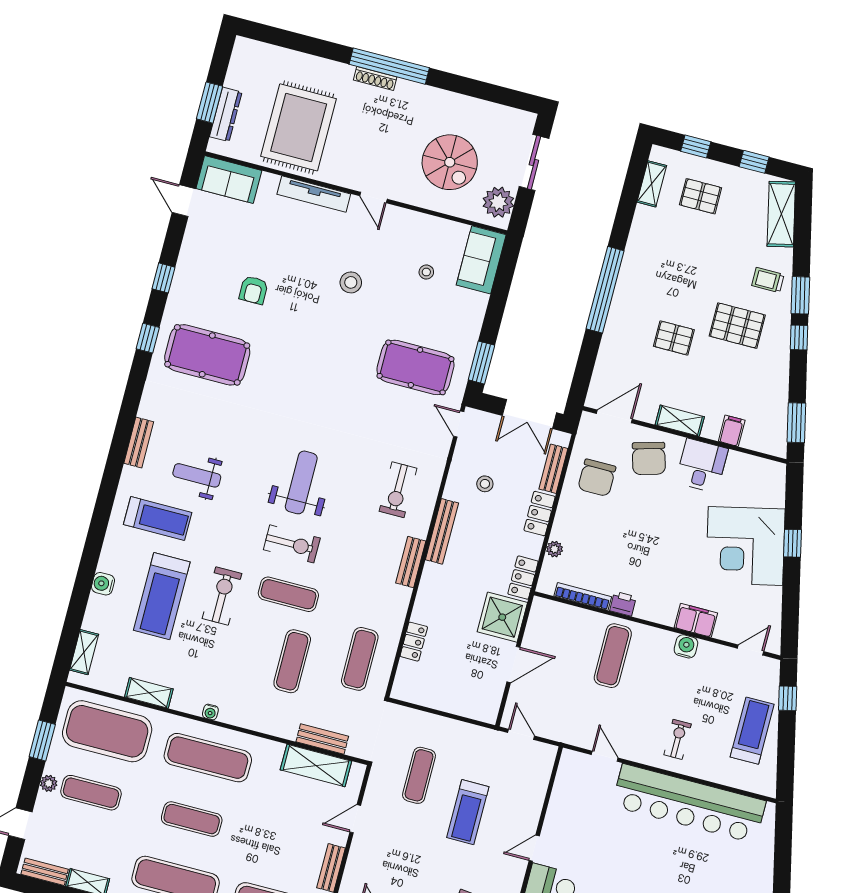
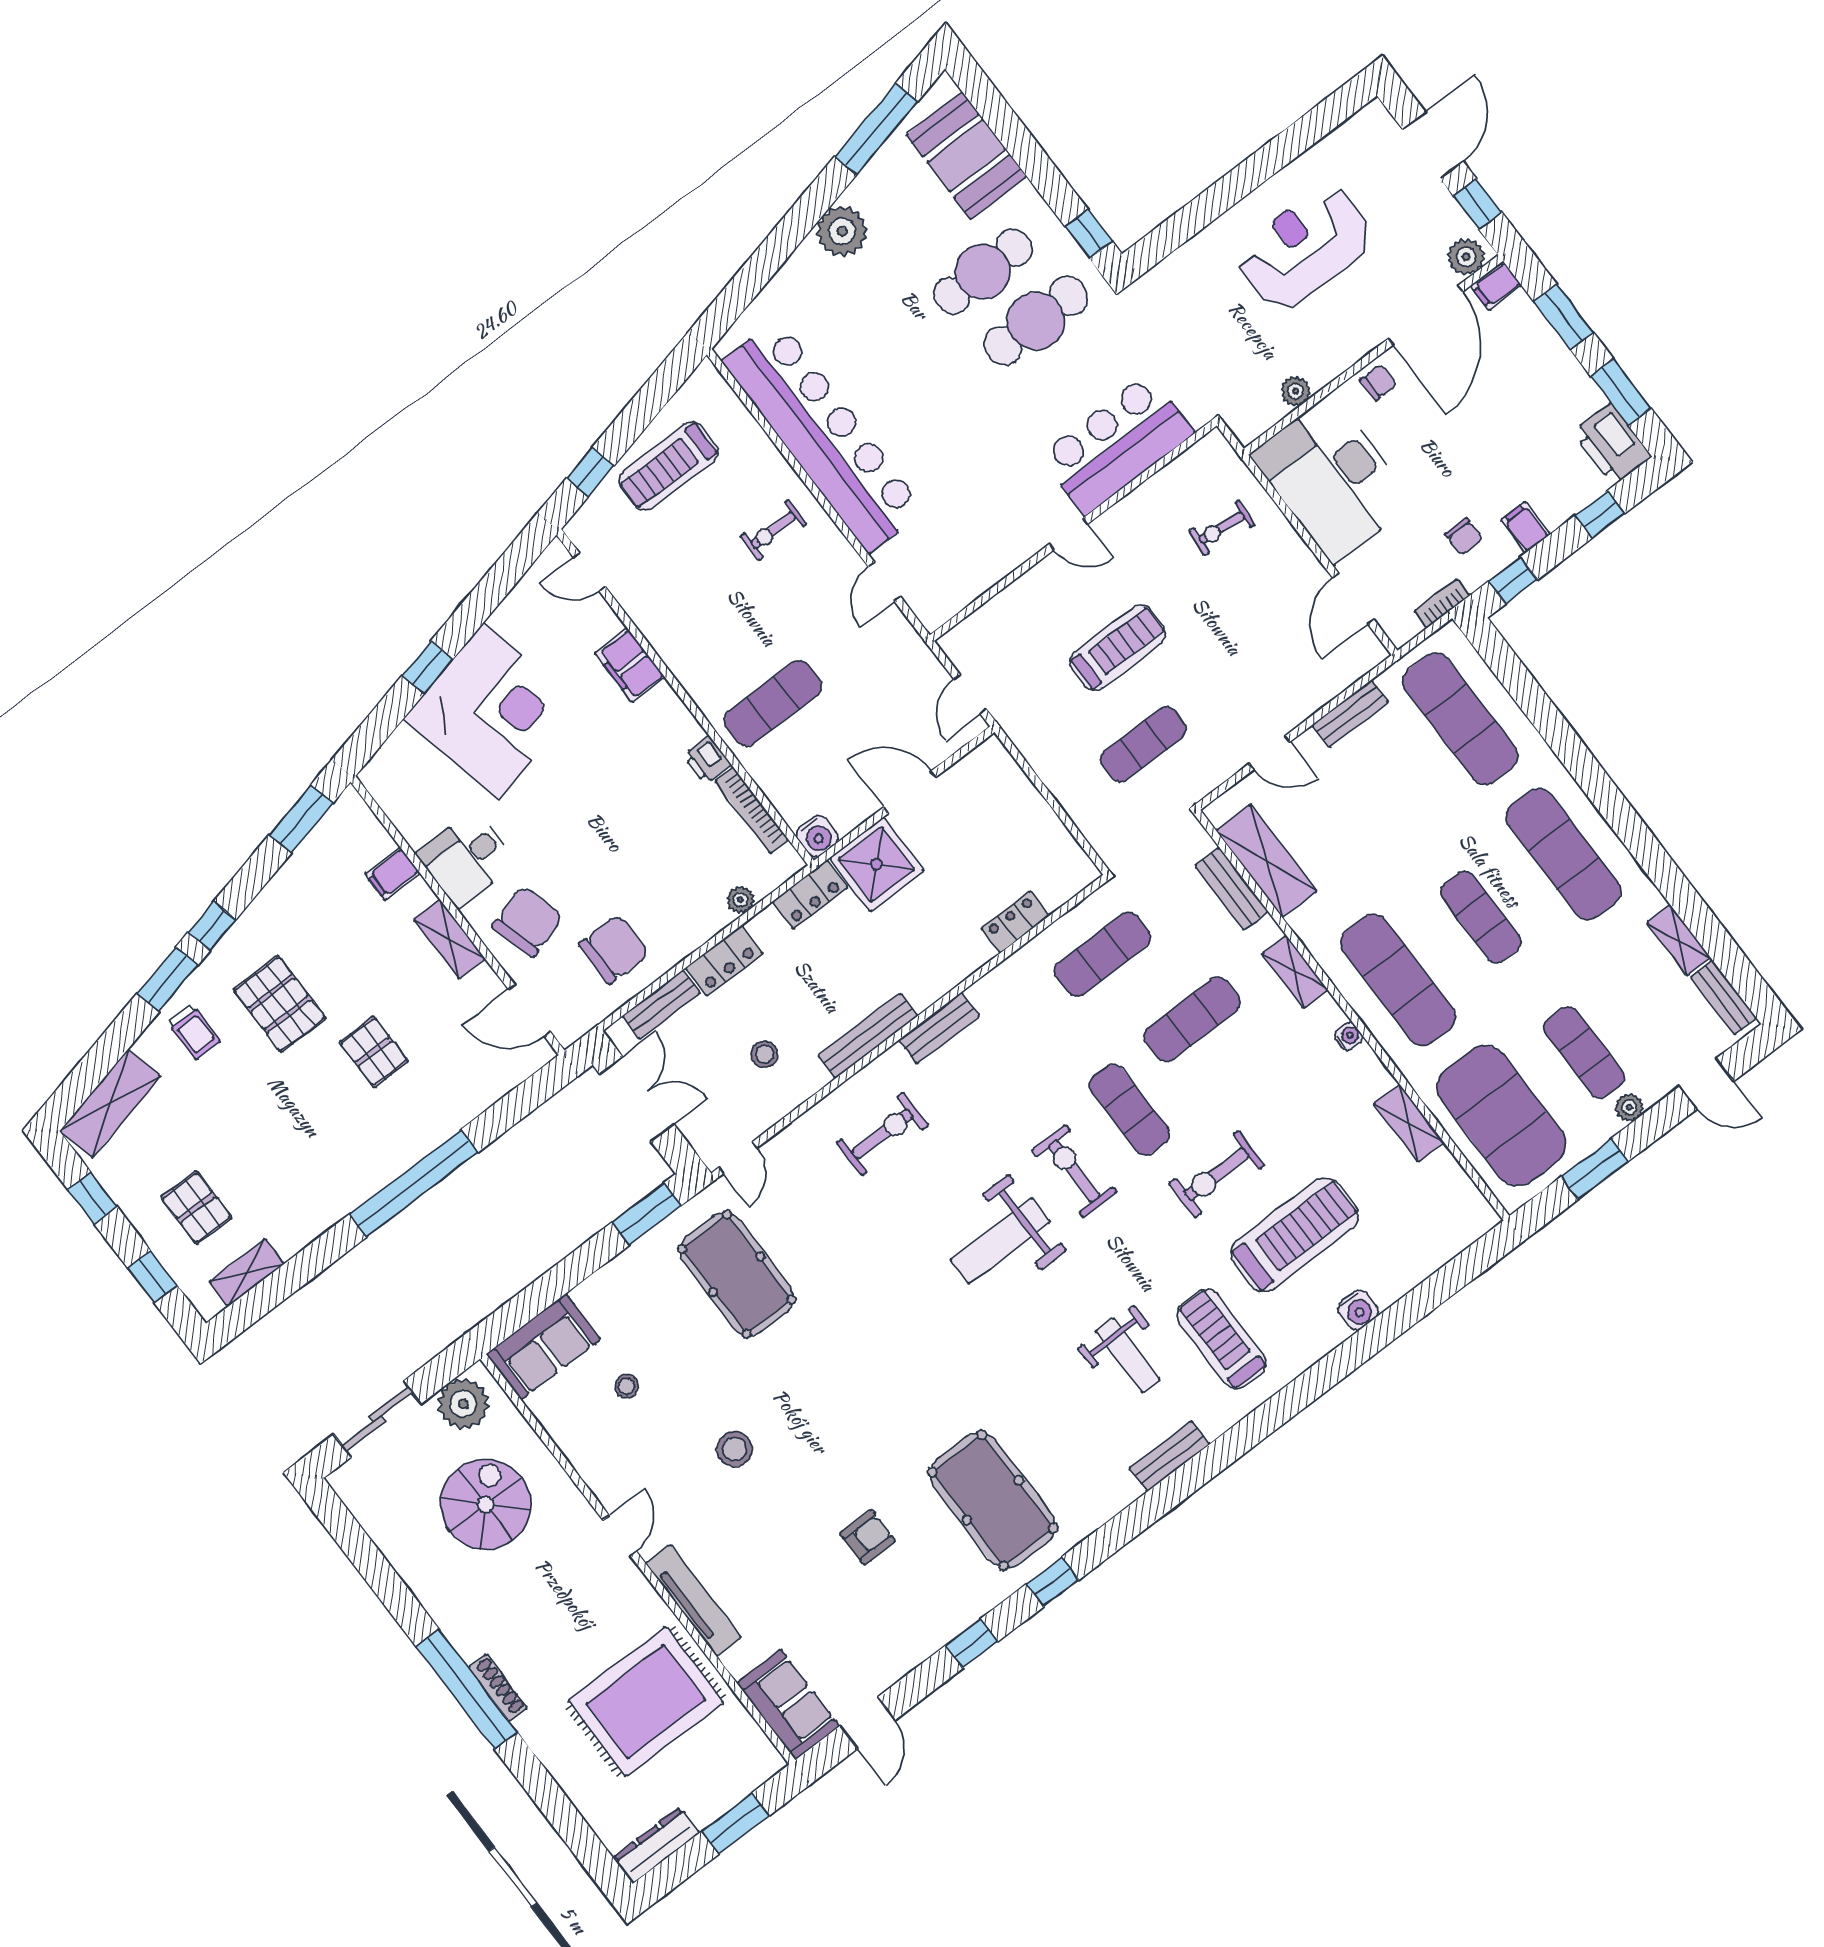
dresser: (226, 114) -> (656, 1845), moved
water cooler: (686, 646) -> (817, 836), moved, turned -90
shelving: (84, 652) -> (1295, 972), moved, turned 90

